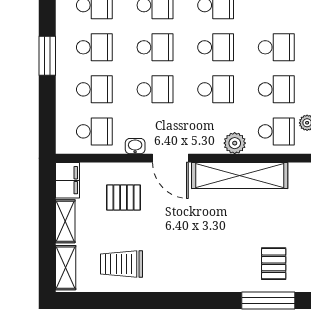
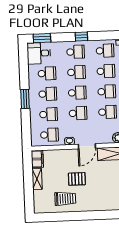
door: (170, 158) -> (87, 146), hinge flipped
pallet: (124, 198) -> (77, 179), moved
trolley: (122, 264) -> (65, 199), turned 180
shelving: (66, 268) -> (38, 202), removed

